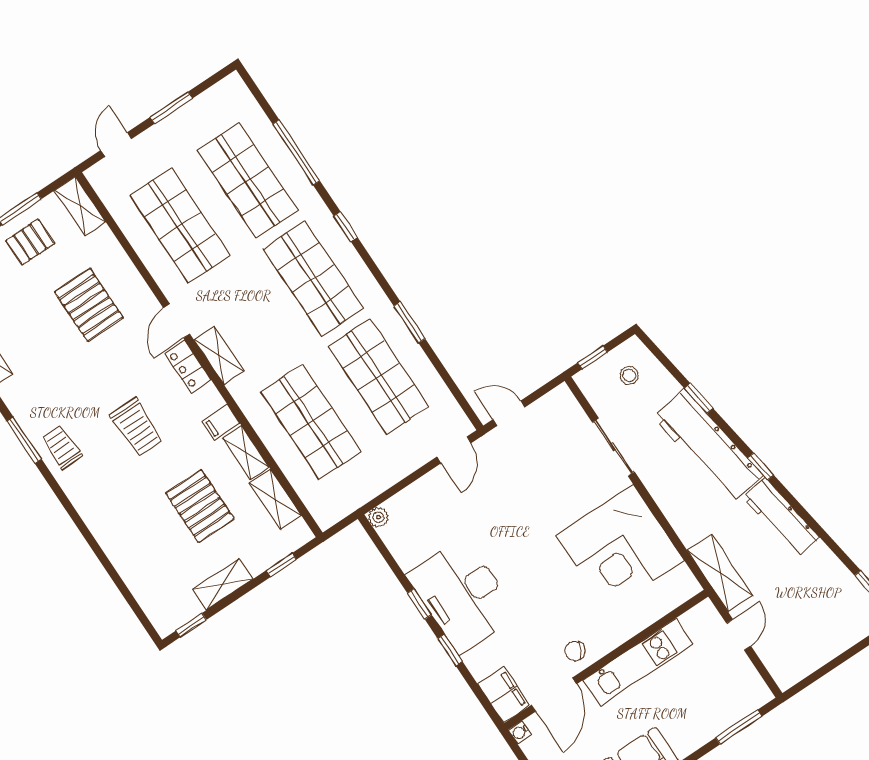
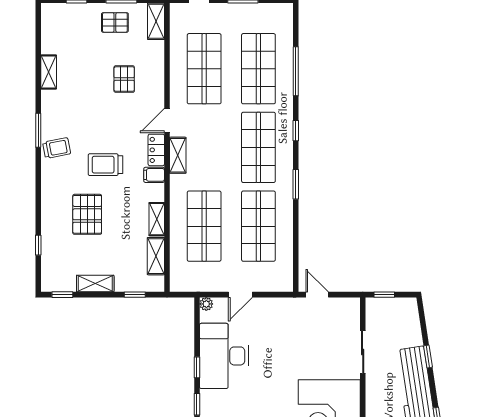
pallet: (89, 305) -> (124, 79), width x0.67, depth x0.71
window: (409, 322) -> (296, 184), moved
stool: (629, 375) -> (398, 318), removed
filing cabinet: (221, 422) -> (154, 175), moved
trolley: (137, 427) -> (106, 165), turned 90
trolley: (62, 447) -> (57, 148), turned 79
door: (454, 450) -> (240, 295), moved
pallet: (200, 506) -> (87, 214), moved
window: (120, 583) -> (38, 245), added
desk: (462, 595) -> (224, 356), moved

